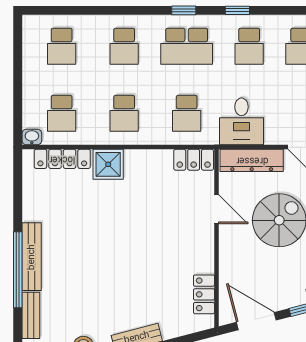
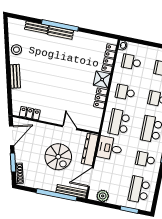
school desk: (187, 113) -> (119, 123), width x1.85
locker: (194, 160) -> (101, 98), moved
door: (217, 209) -> (70, 128), swing flipped
bench: (32, 257) -> (61, 33), width x0.73

